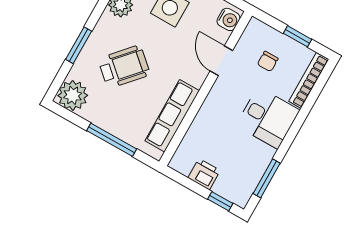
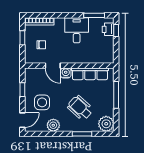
water cooler: (228, 19) -> (66, 73), moved
door: (221, 61) -> (53, 66), hinge flipped
desk: (268, 118) -> (77, 30), moved
printer: (204, 174) -> (108, 29), moved

